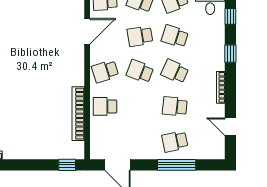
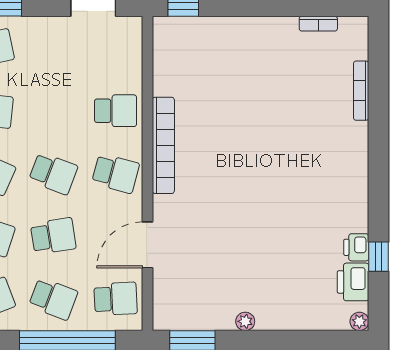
school desk: (105, 71) -> (116, 173), turned 33
bookcase: (78, 114) -> (163, 145), moved

